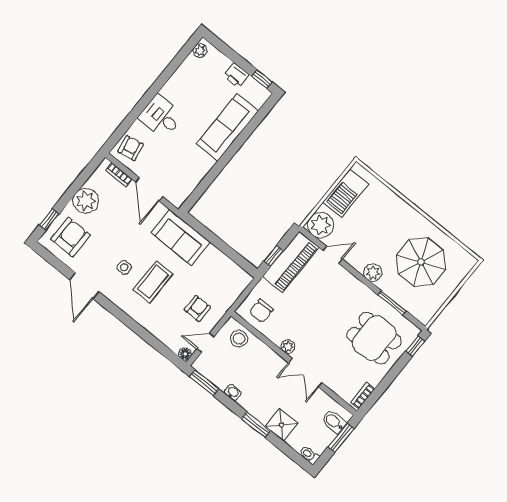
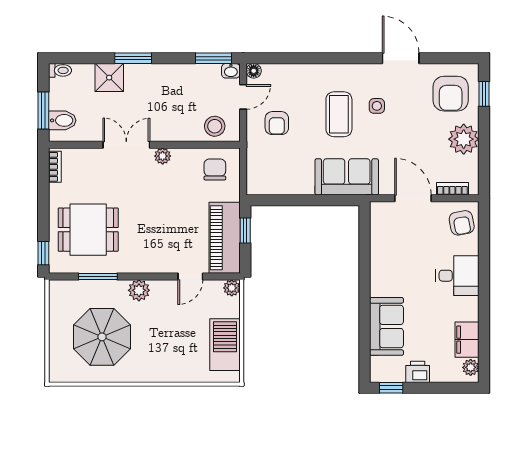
filing cabinet: (188, 70) -> (467, 340), added
sofa: (227, 127) -> (387, 326), width x0.73
plant: (321, 225) -> (232, 288), width x0.53, depth x0.53
washbasin: (233, 392) -> (231, 71), moved

